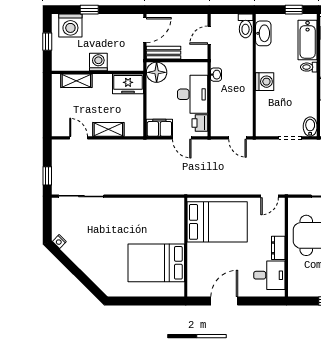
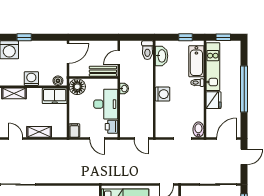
bench: (164, 53) -> (103, 71), moved
boiler: (132, 65) -> (58, 81), added
filing cabinet: (159, 128) -> (74, 130), width x0.50

